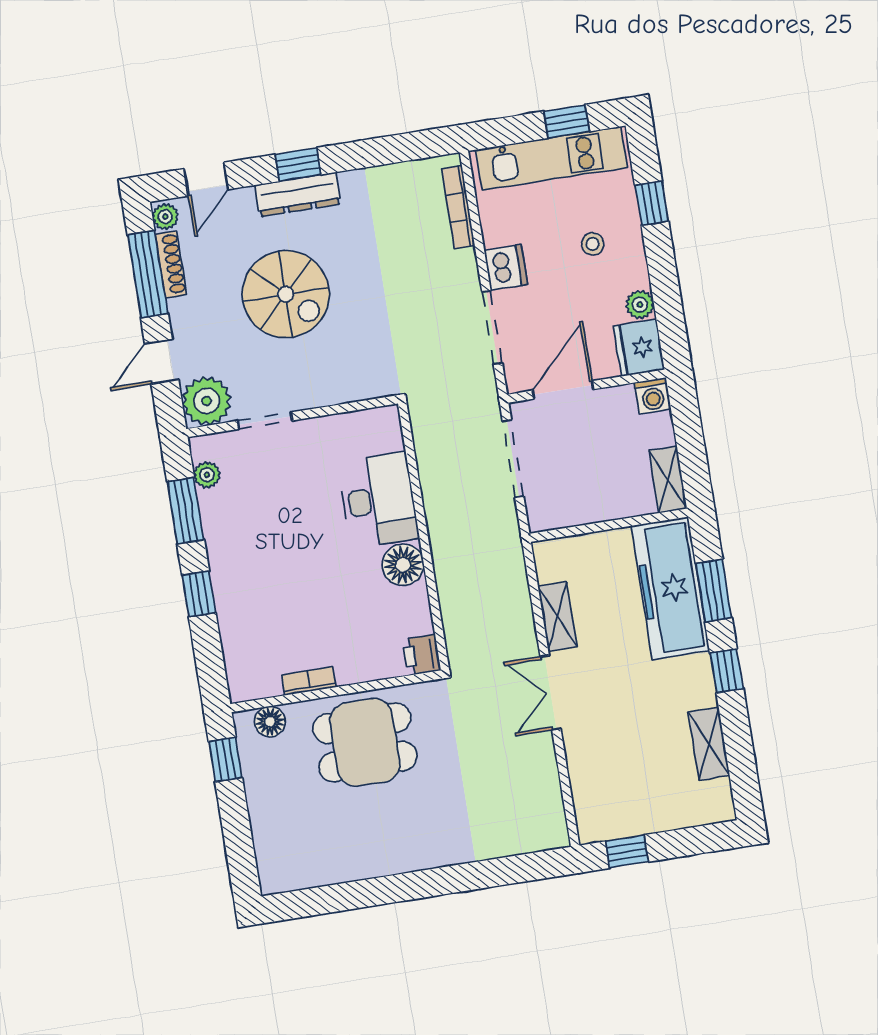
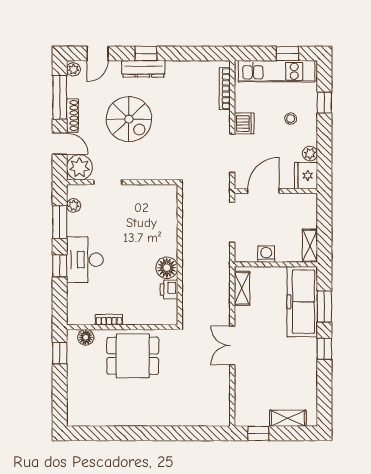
shoe rack: (171, 264) -> (72, 115), moved
door: (162, 362) -> (60, 144), swing flipped
washing machine: (653, 396) -> (266, 254), moved, turned 180
desk: (378, 500) -> (85, 260), moved, turned 180
shelving: (557, 617) -> (242, 288), moved
printer: (422, 655) -> (169, 290), moved
shelving: (709, 744) -> (288, 418), moved, turned 90

